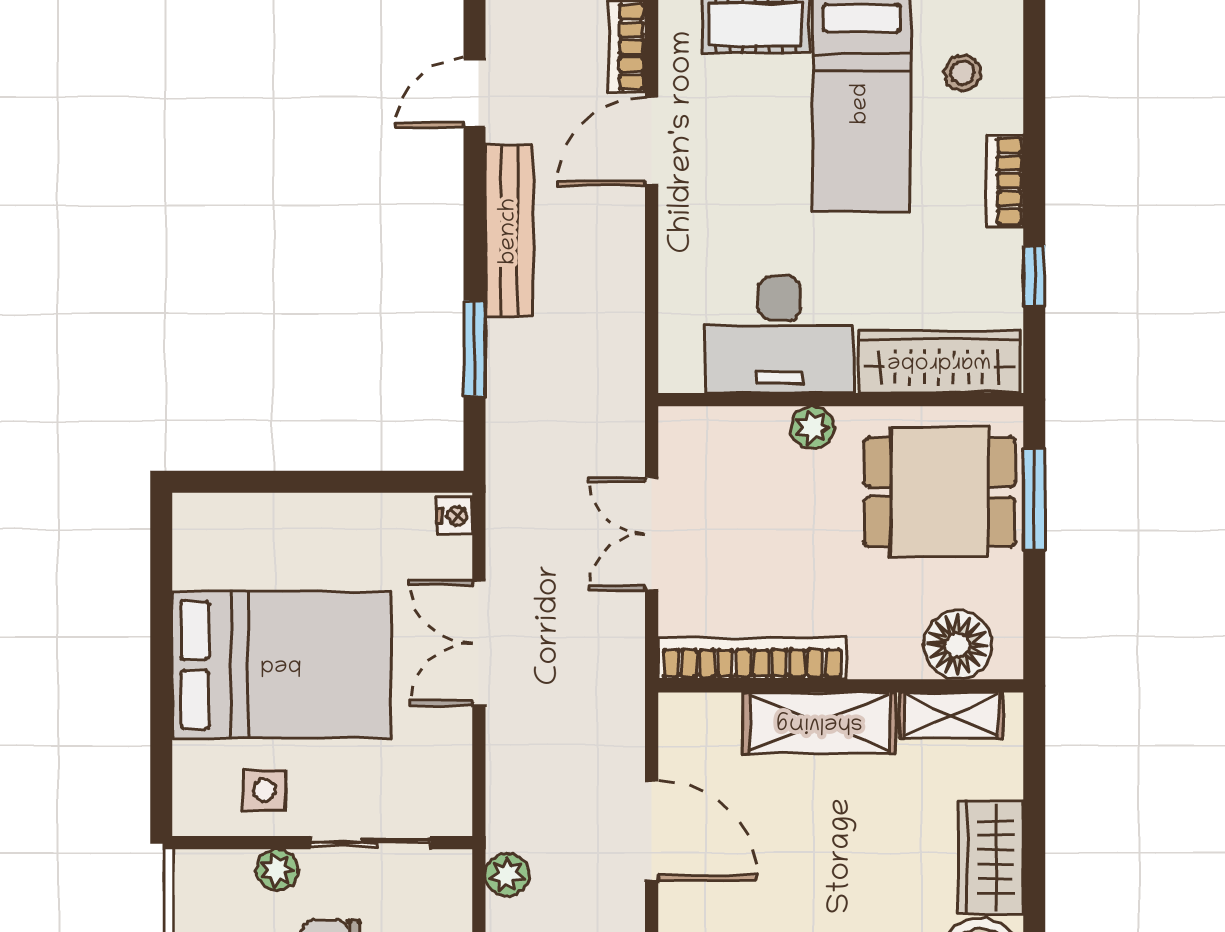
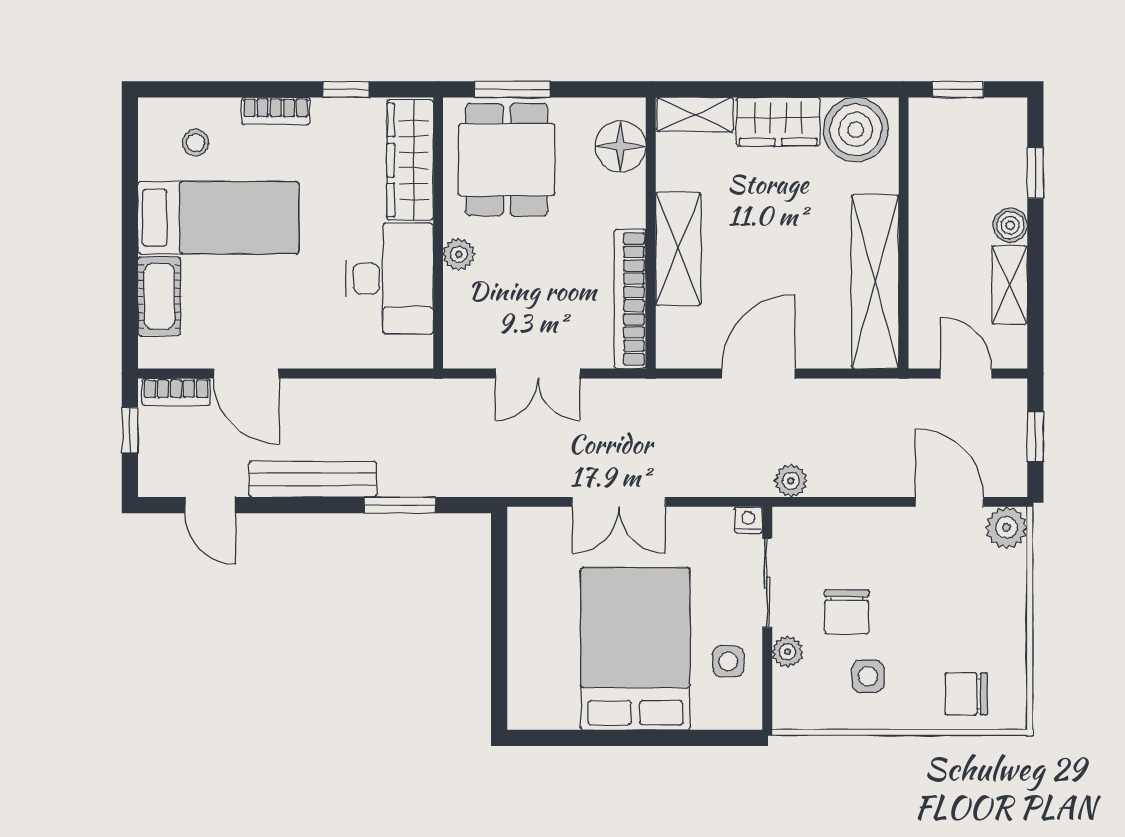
nightstand: (455, 516) -> (748, 520), moved
shelving: (951, 716) -> (695, 115), moved, turned 90

